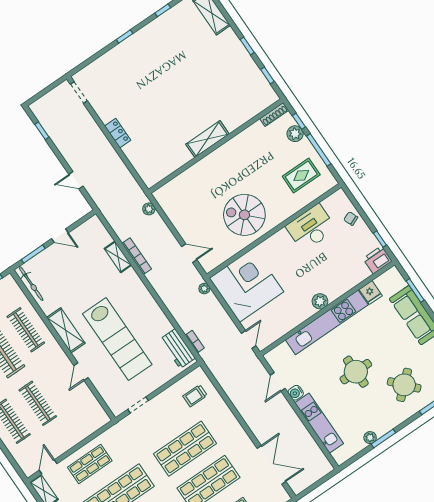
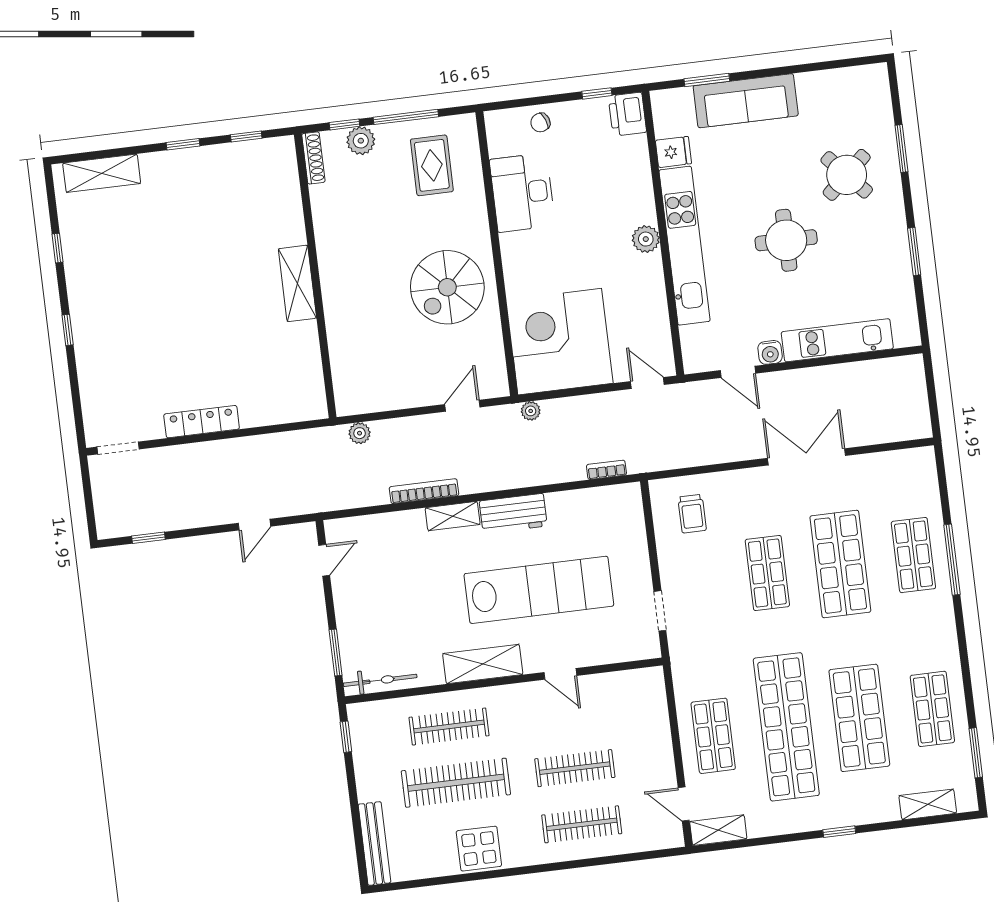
locker: (118, 133) -> (202, 422), width x1.53
door: (60, 236) -> (324, 560), moved
shelving: (118, 257) -> (453, 516), moved
workbench: (178, 349) -> (513, 514), moved
plant: (370, 438) -> (902, 272), removed
shop shelf: (185, 449) -> (767, 573), width x0.70, depth x0.74
double door: (272, 465) -> (806, 457), moved

